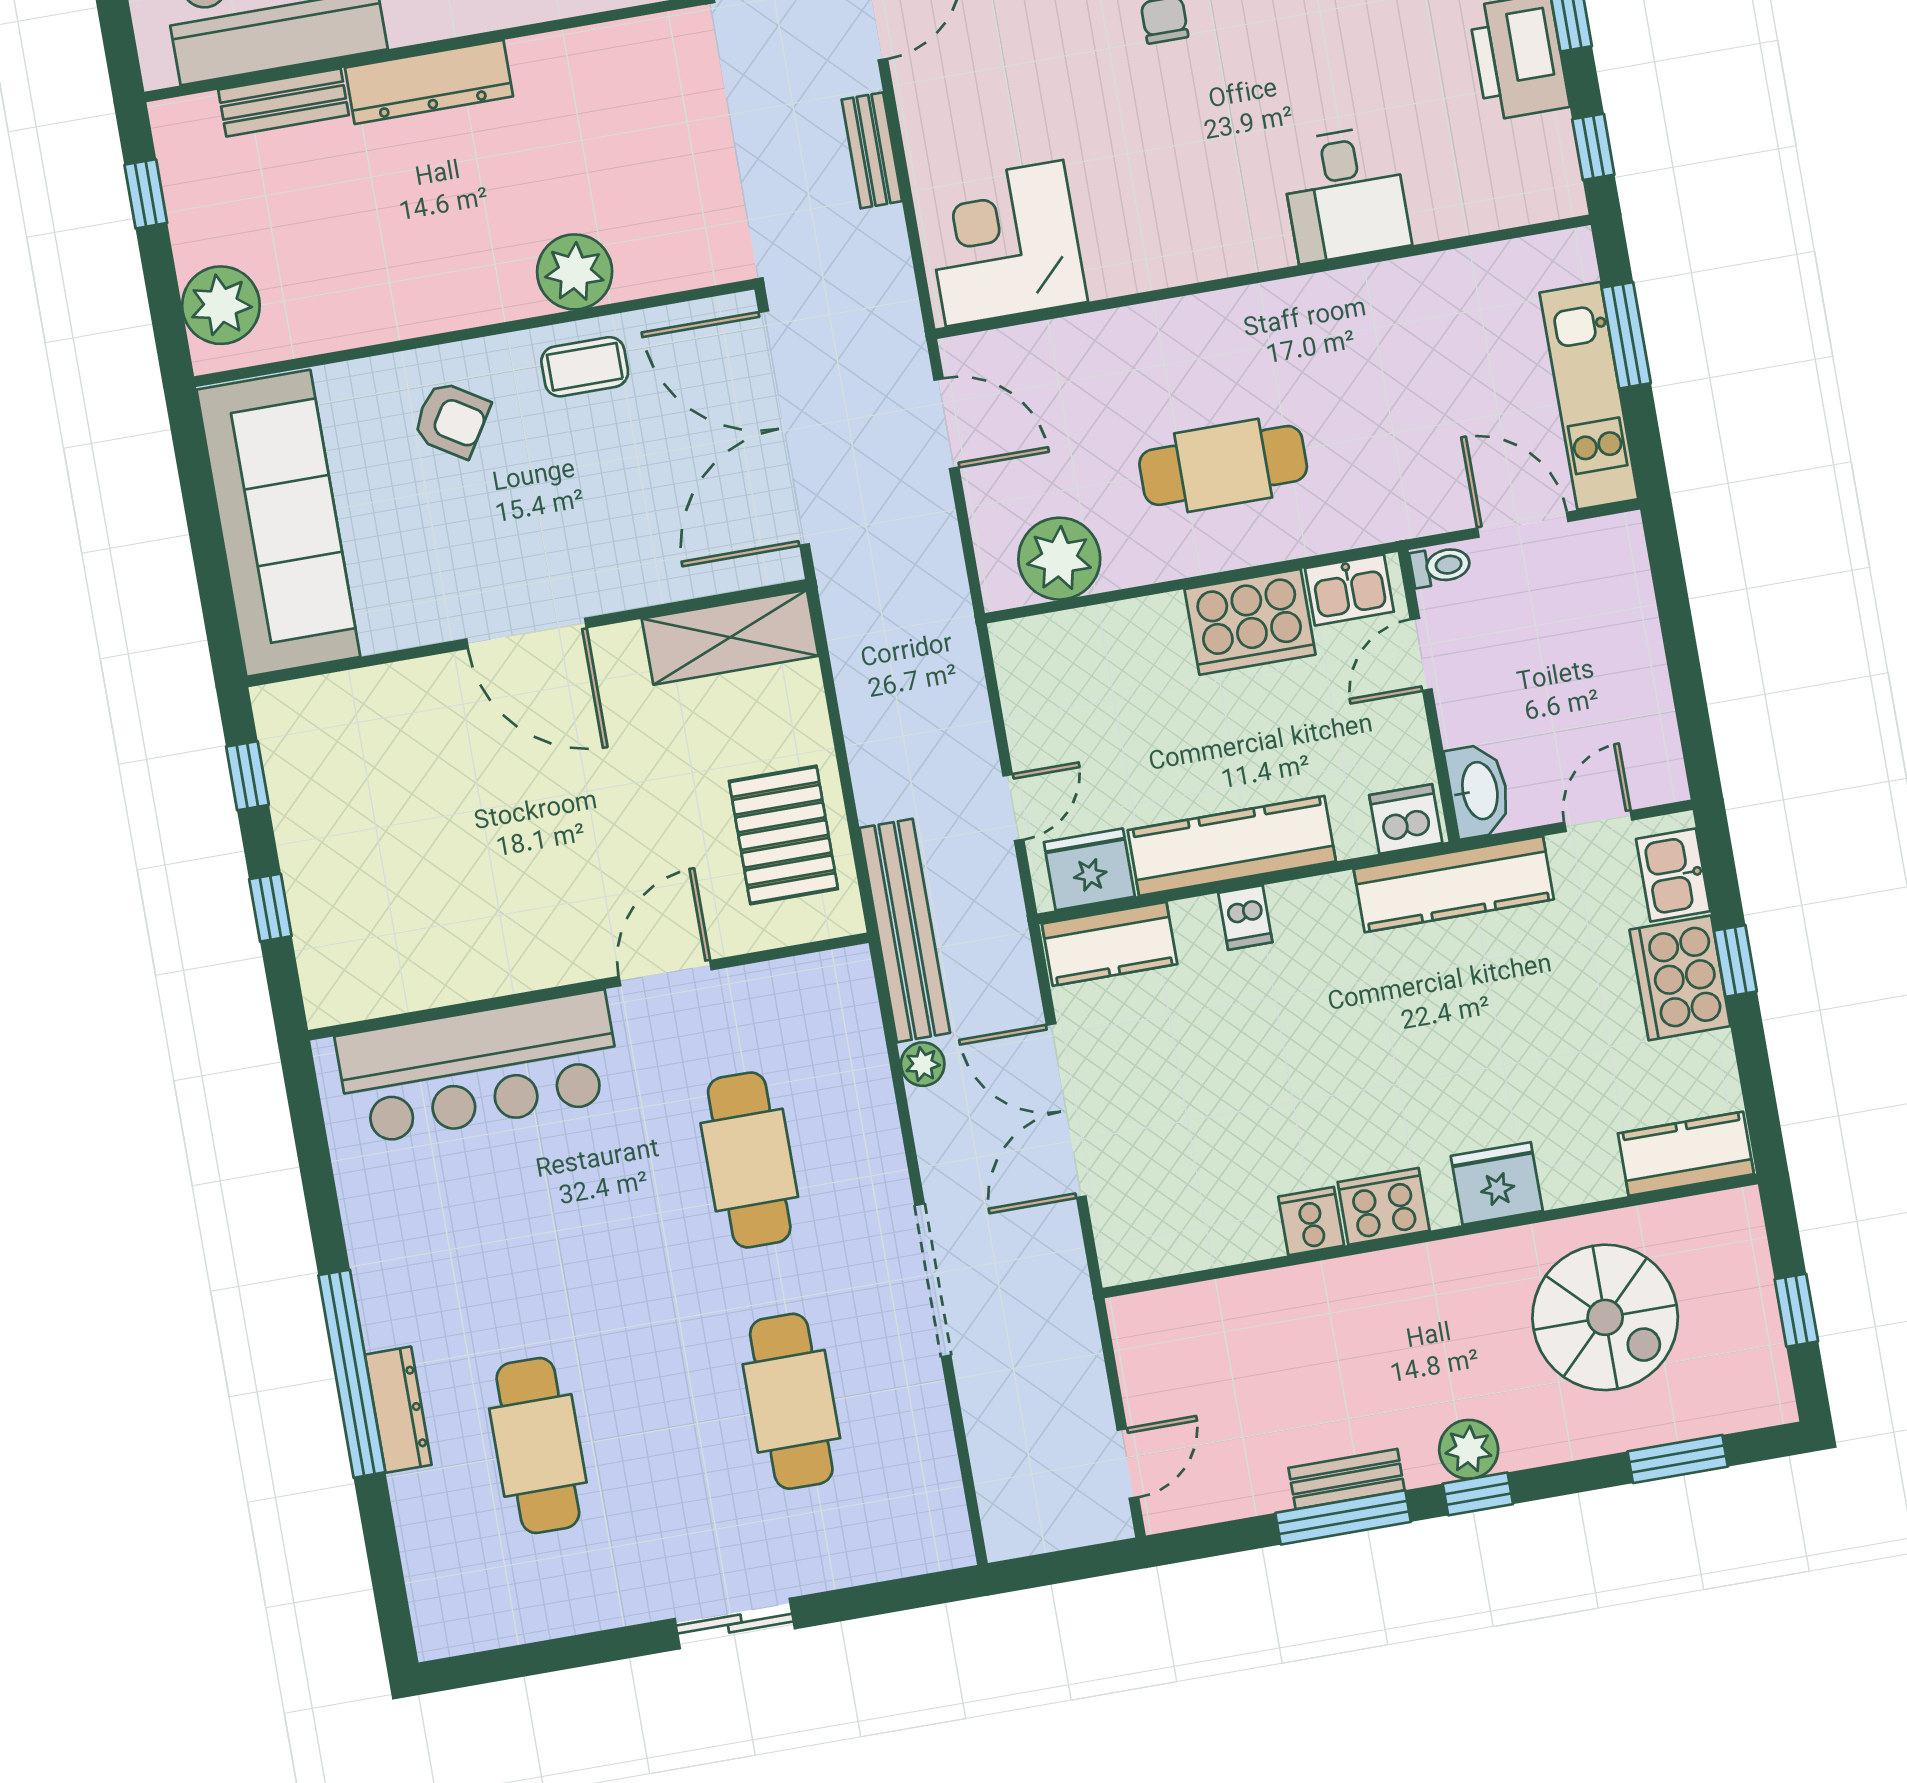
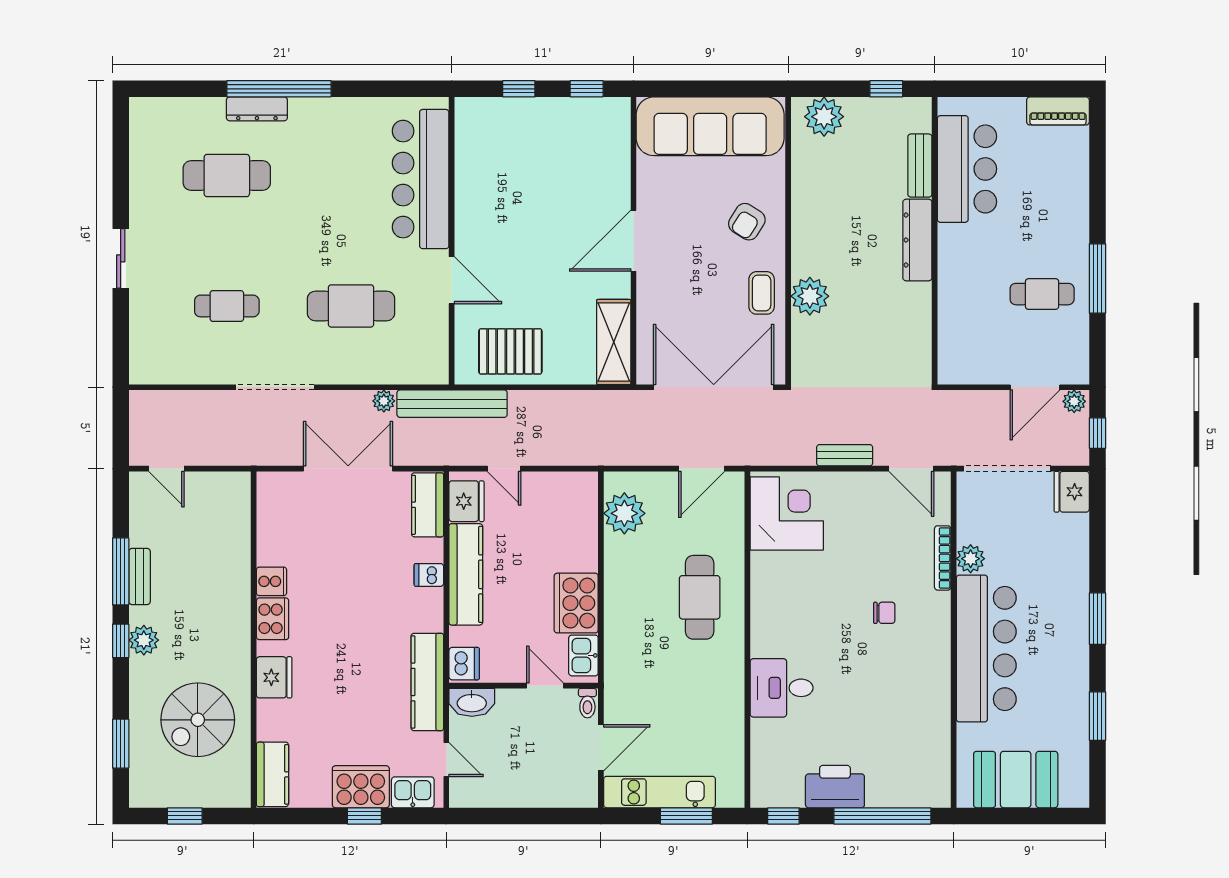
cafe table: (1223, 465) -> (700, 597), moved
cafe table: (791, 1401) -> (227, 306), width x0.73, depth x0.74

